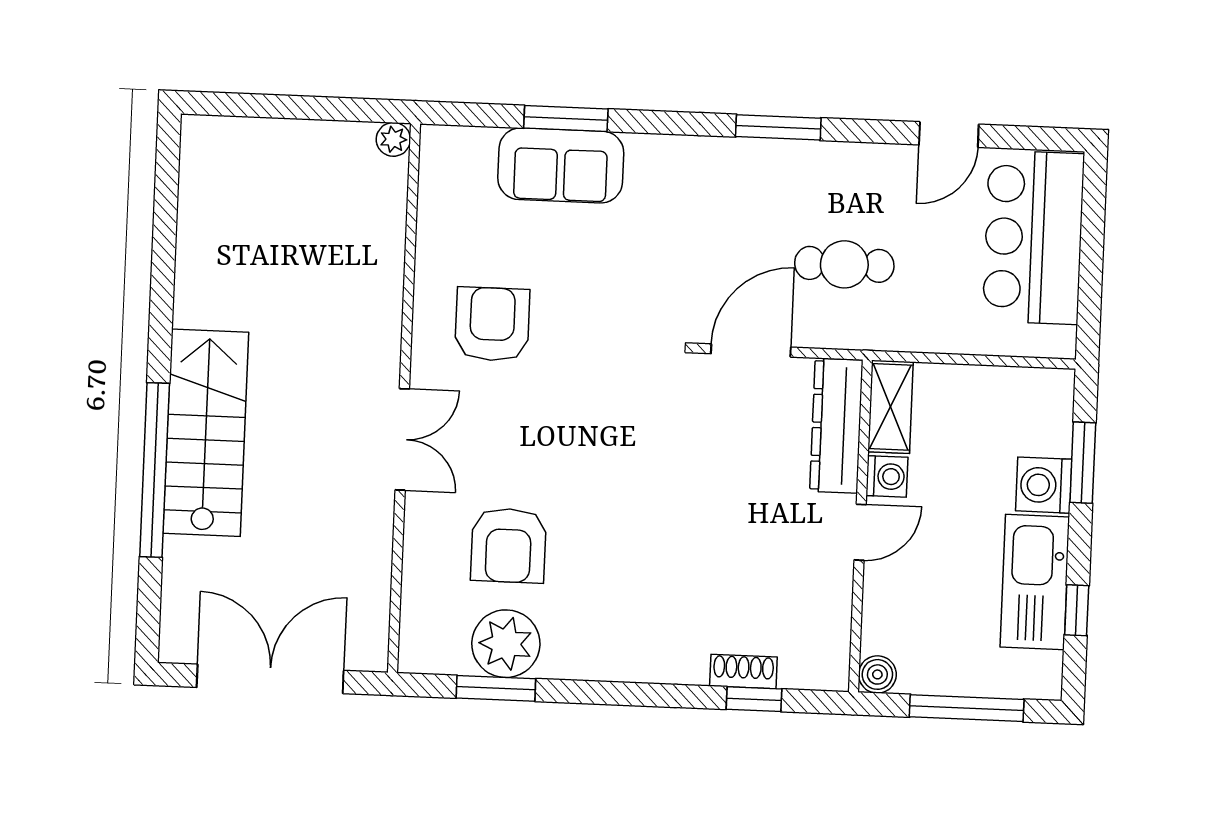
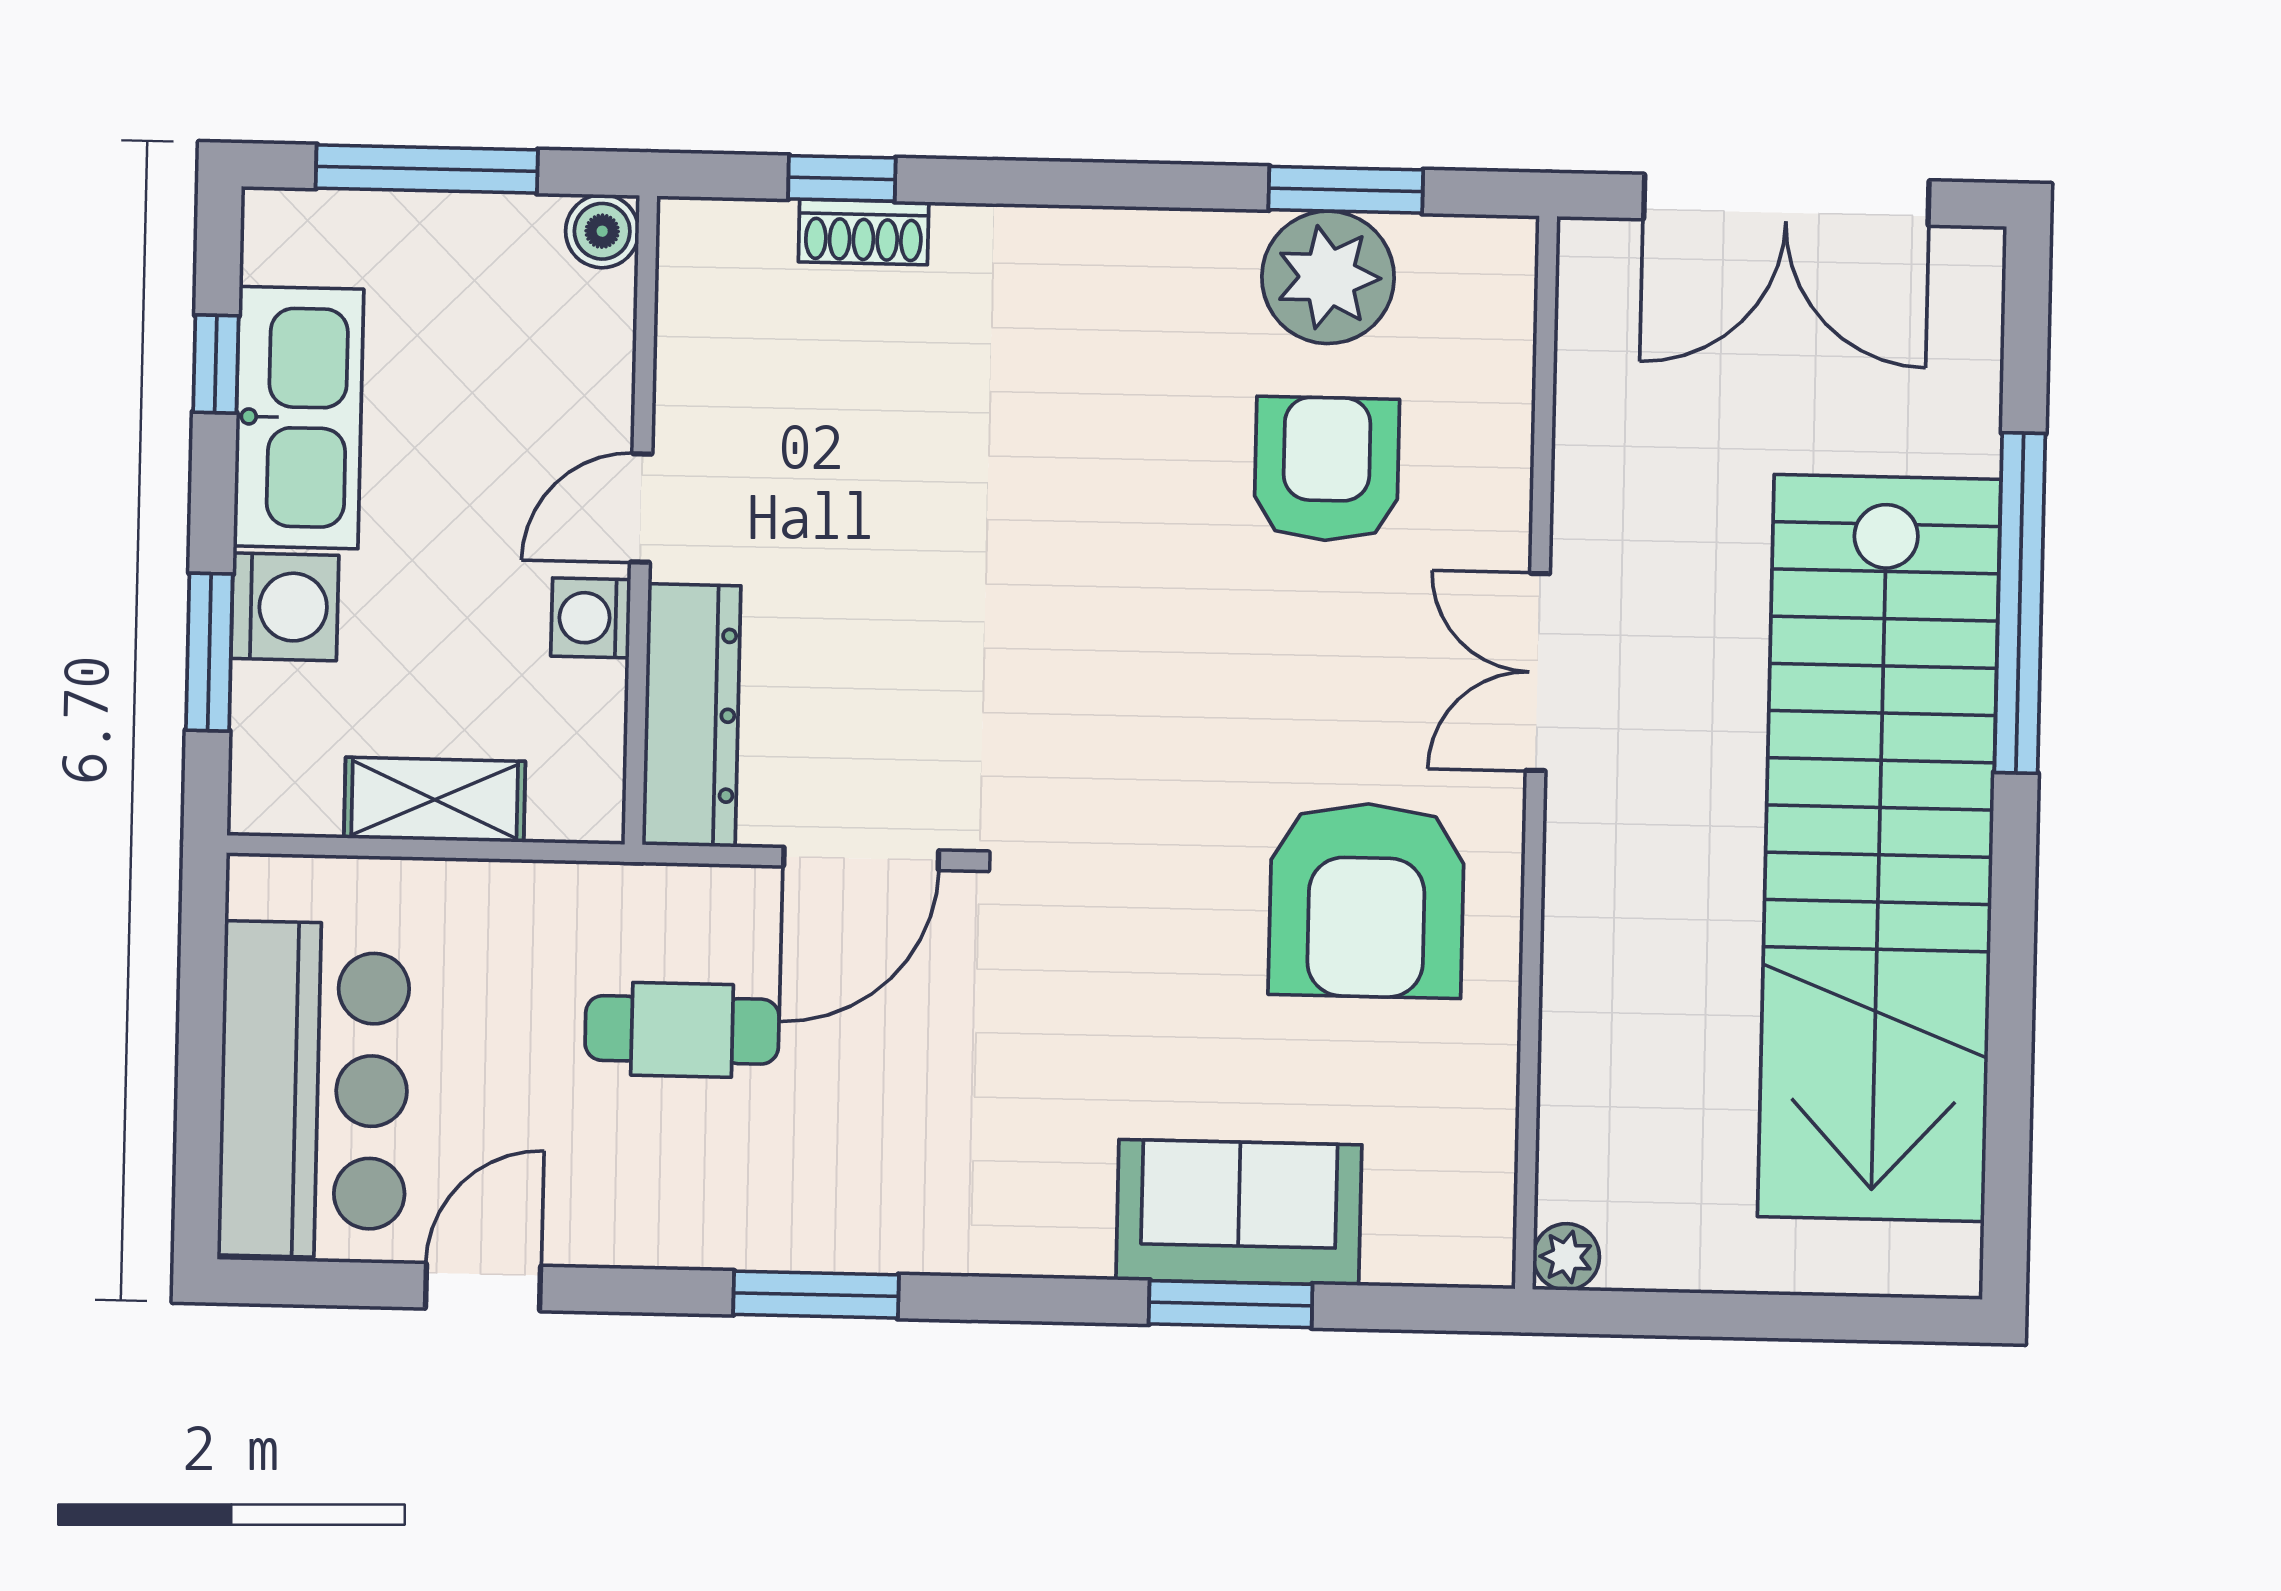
armchair: (492, 324) -> (1366, 900), width x1.36, depth x1.36
shelving: (891, 407) -> (435, 800), moved, turned 90
stairs: (206, 433) -> (1879, 848), width x1.86, depth x1.51

